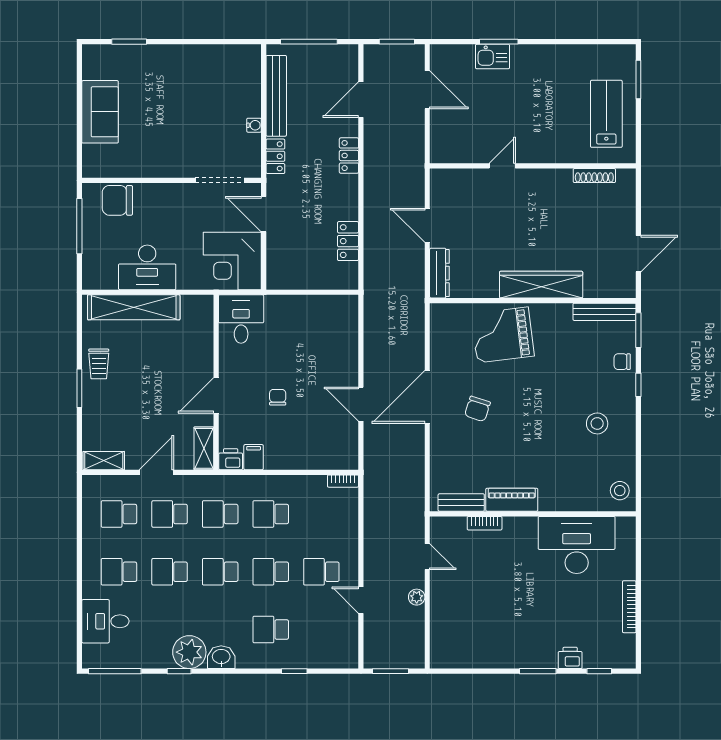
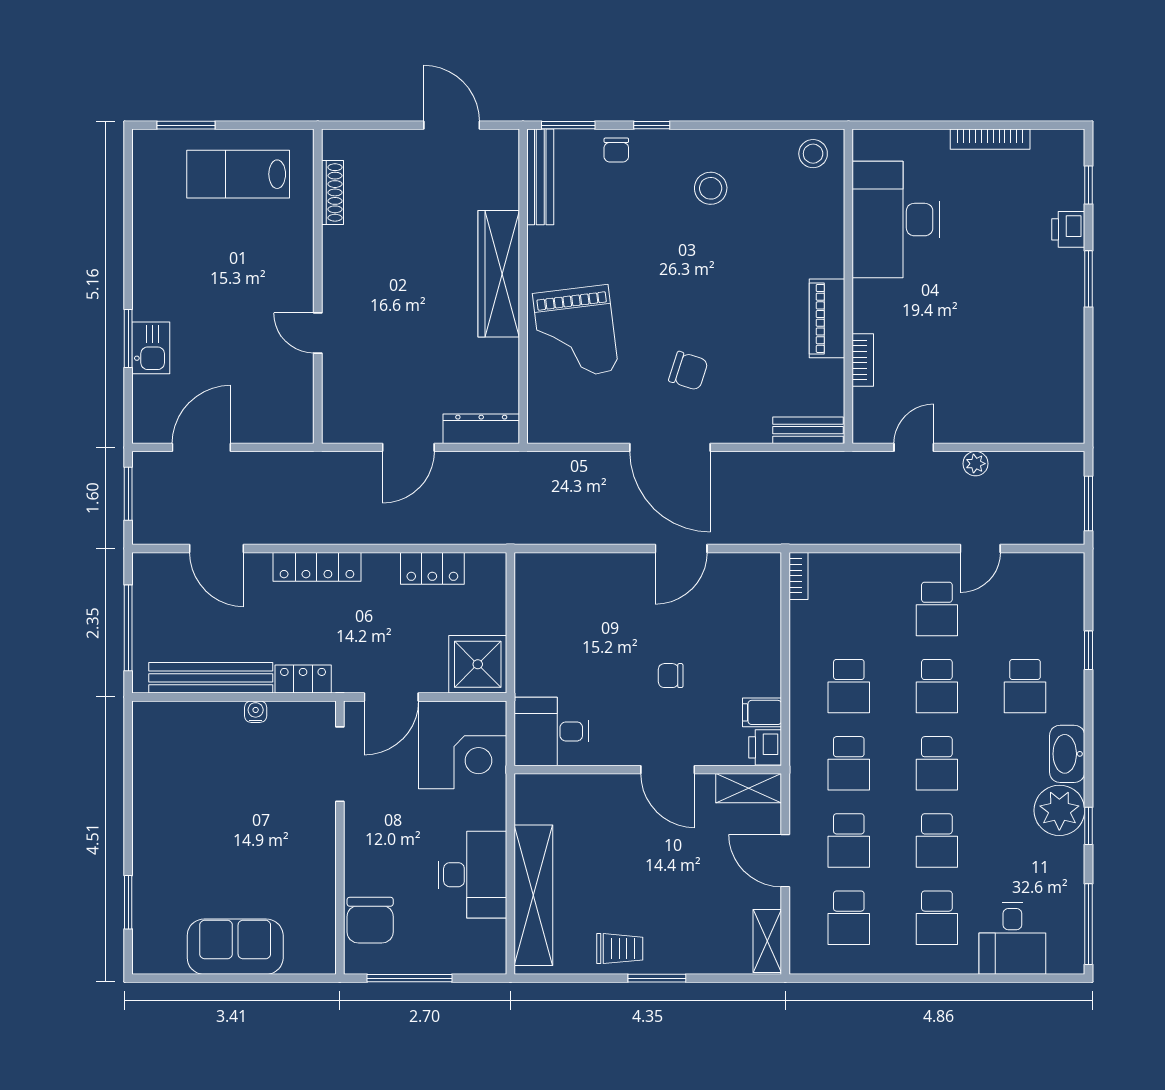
locker: (349, 156) -> (317, 567), width x1.53
shower: (285, 271) -> (478, 664), added
bench: (461, 503) -> (808, 430), moved, turned 90
washbasin: (221, 657) -> (1067, 754), width x1.38

